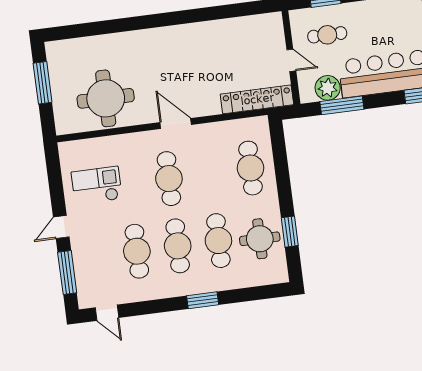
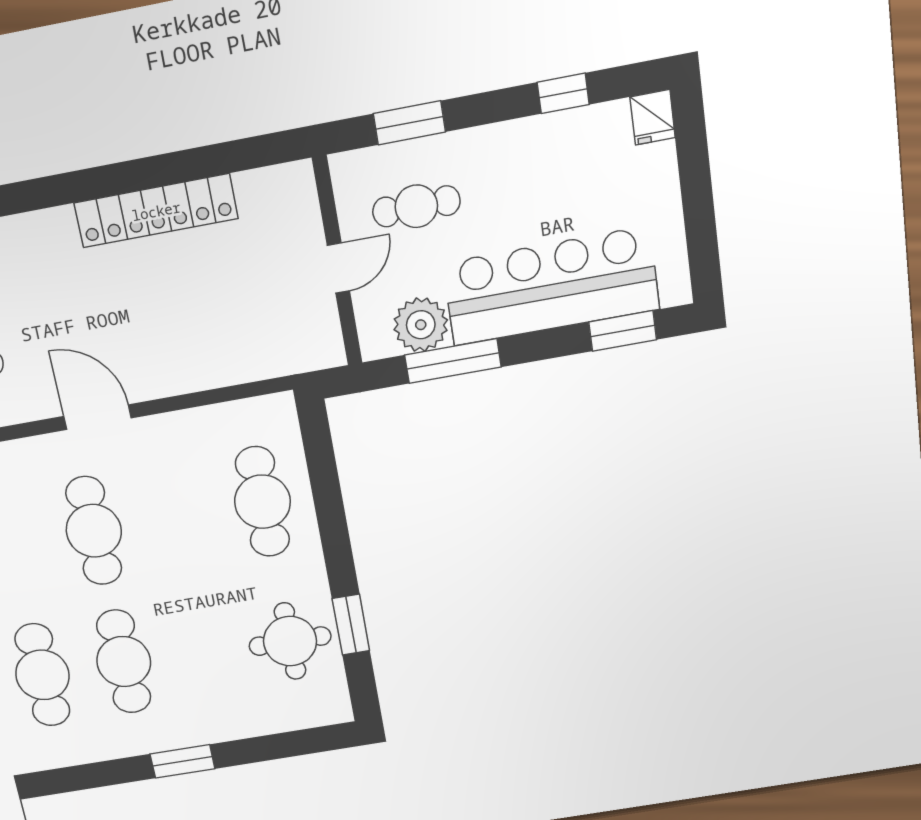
door: (291, 60) -> (339, 268), hinge flipped
locker: (257, 99) -> (156, 211), moved, turned 180
cafe table: (218, 241) -> (206, 648), removed

